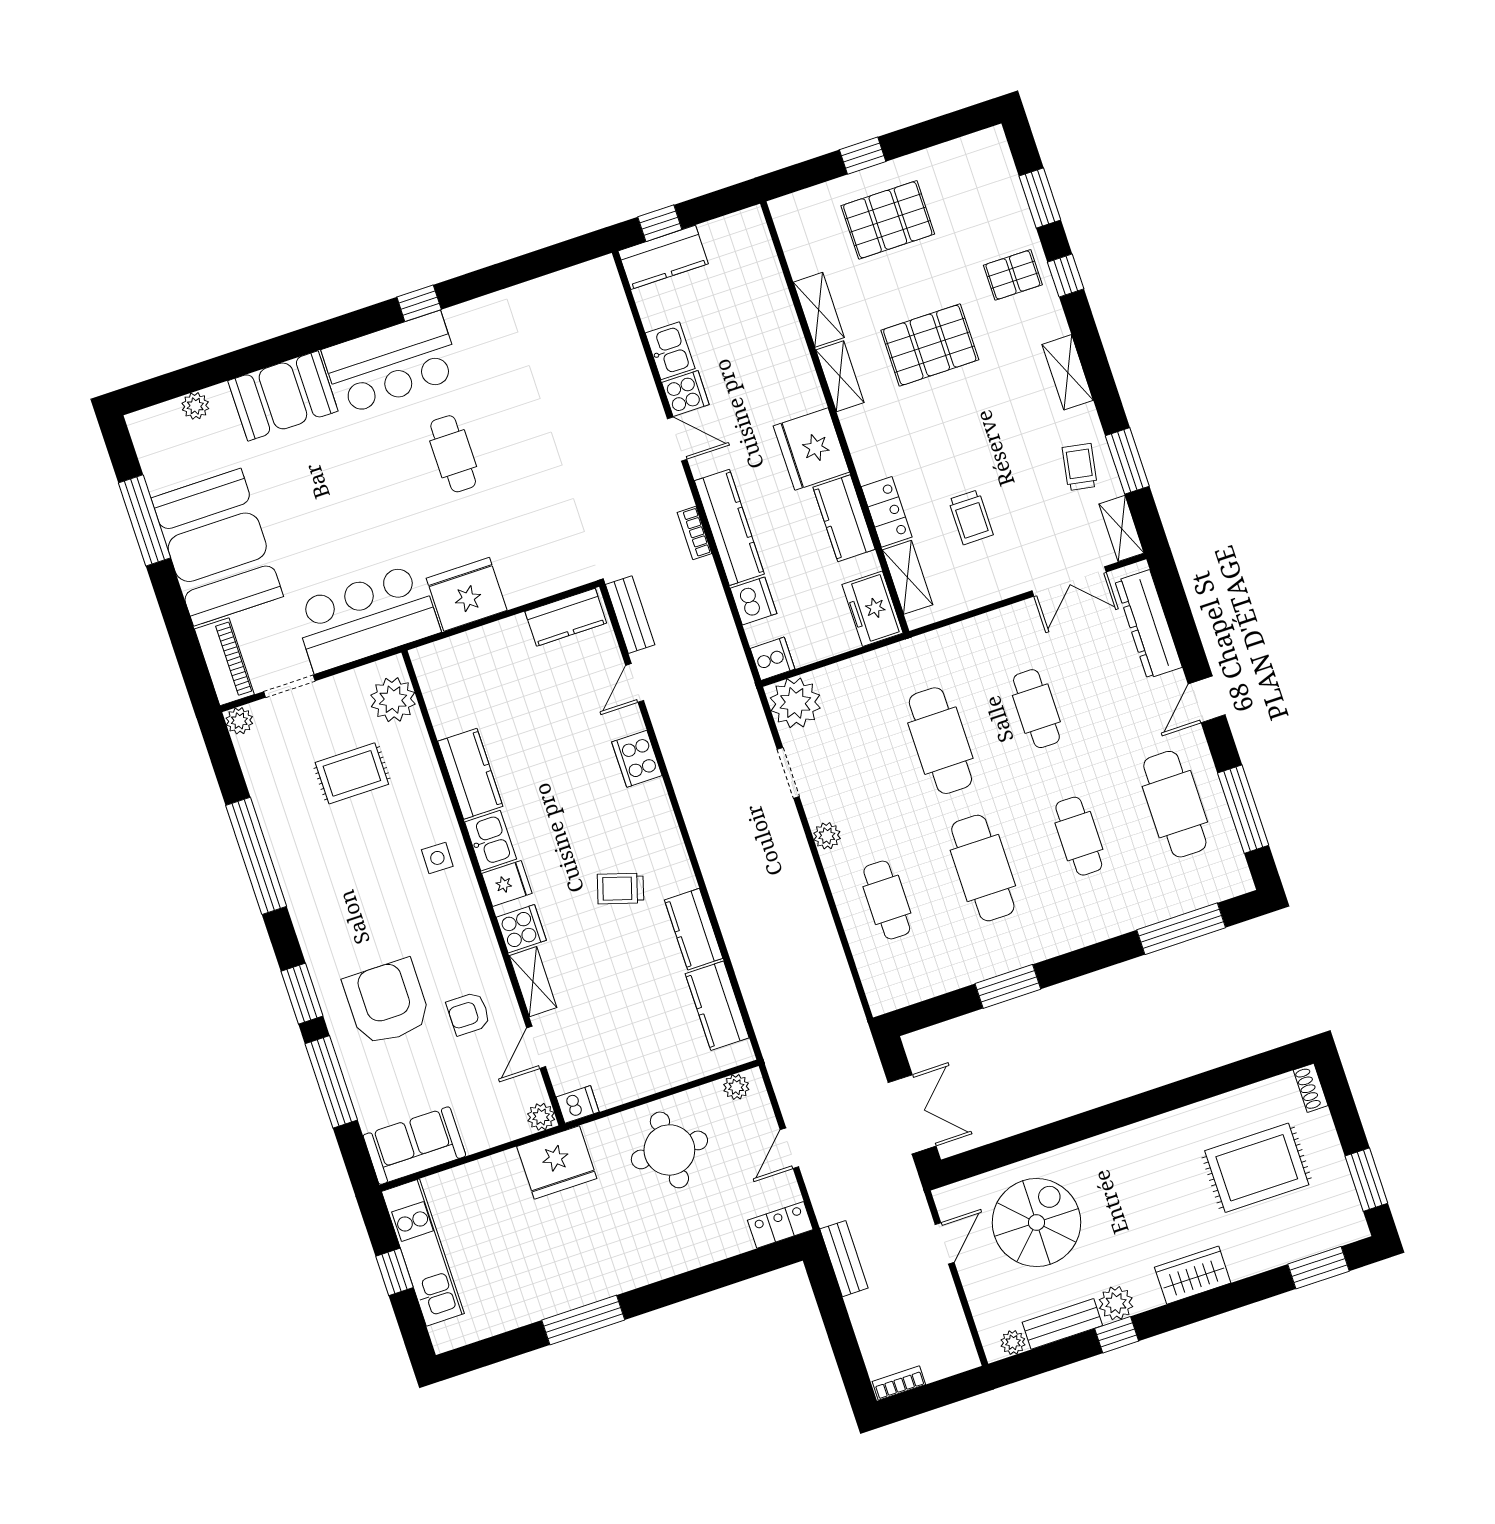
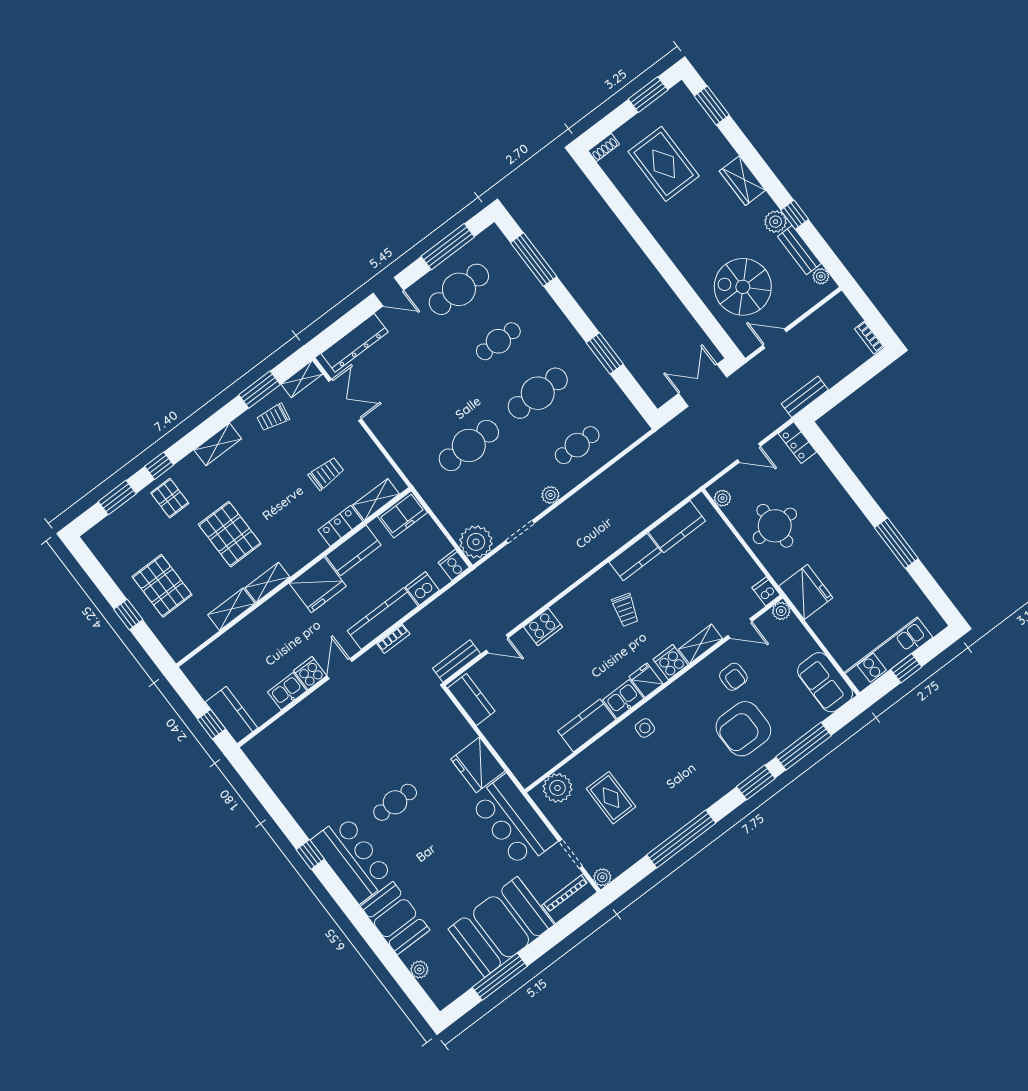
cafe table: (1036, 709) -> (429, 394), removed

